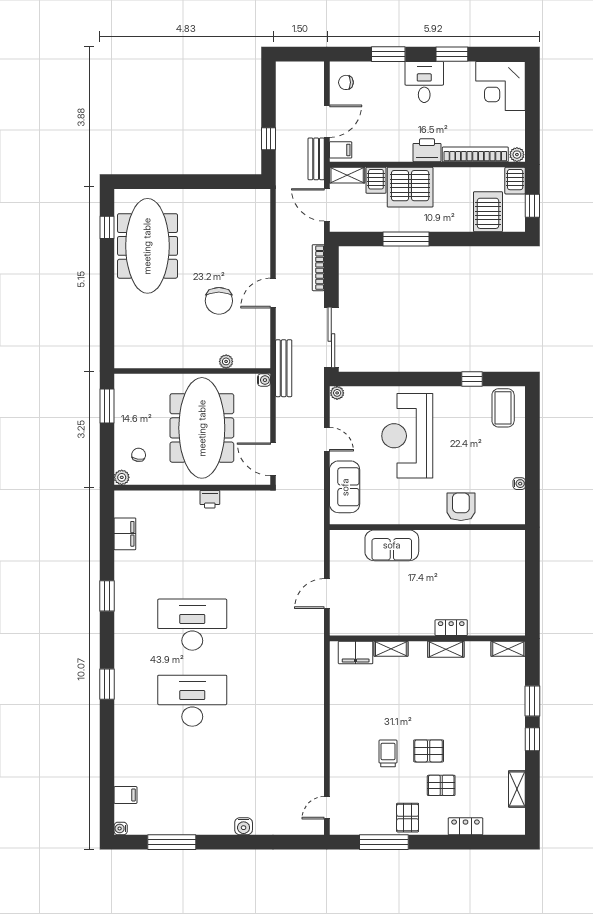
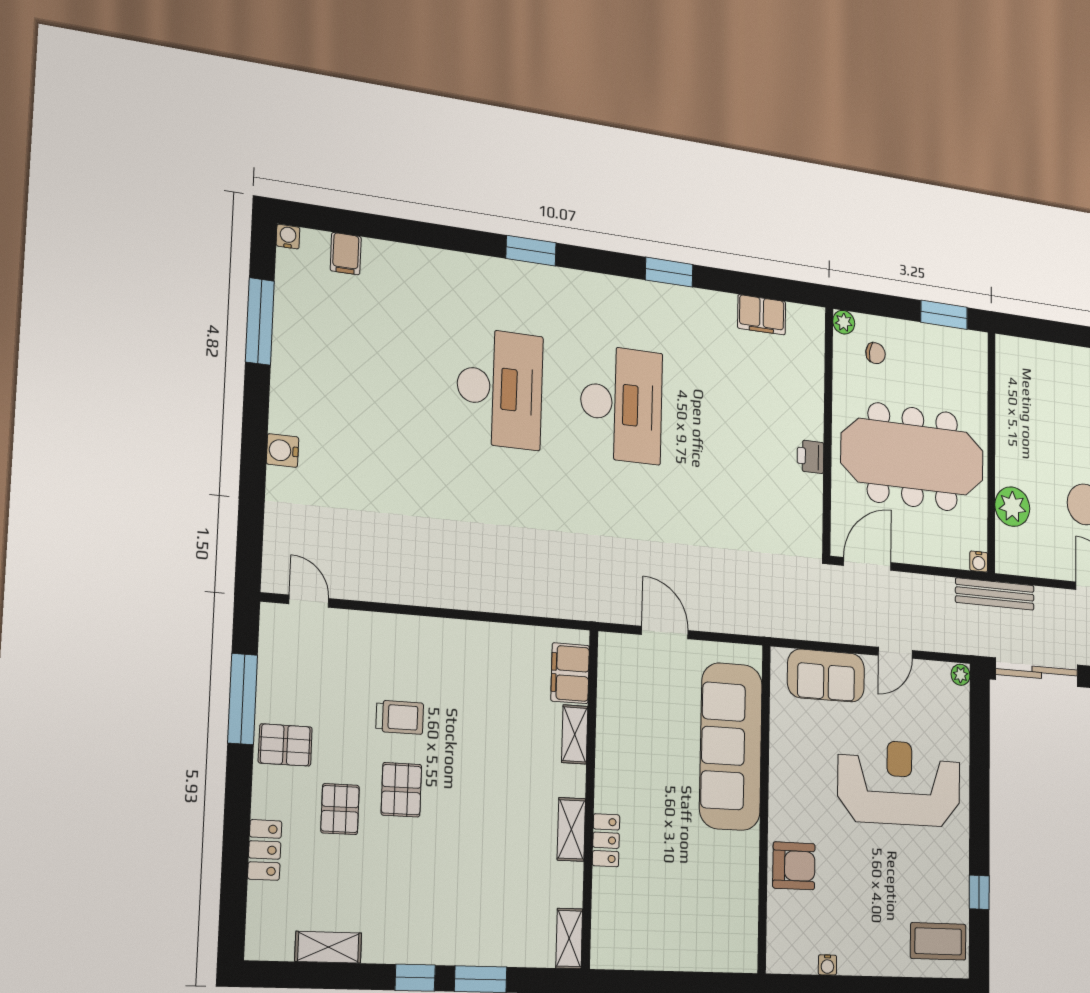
plant: (226, 361) -> (1012, 507), width x1.87, depth x1.87
sofa: (392, 545) -> (731, 746), width x1.85, depth x1.27

